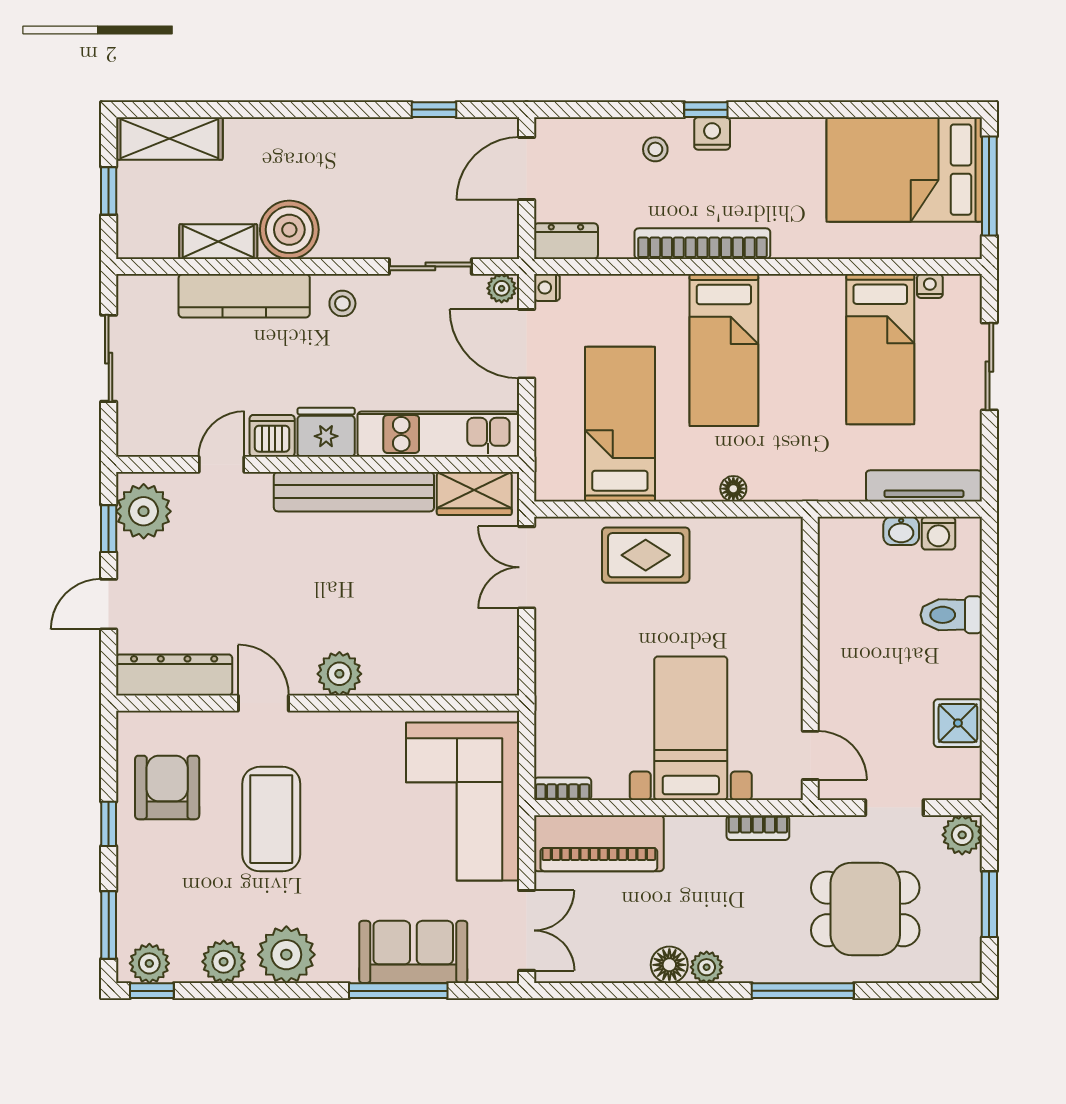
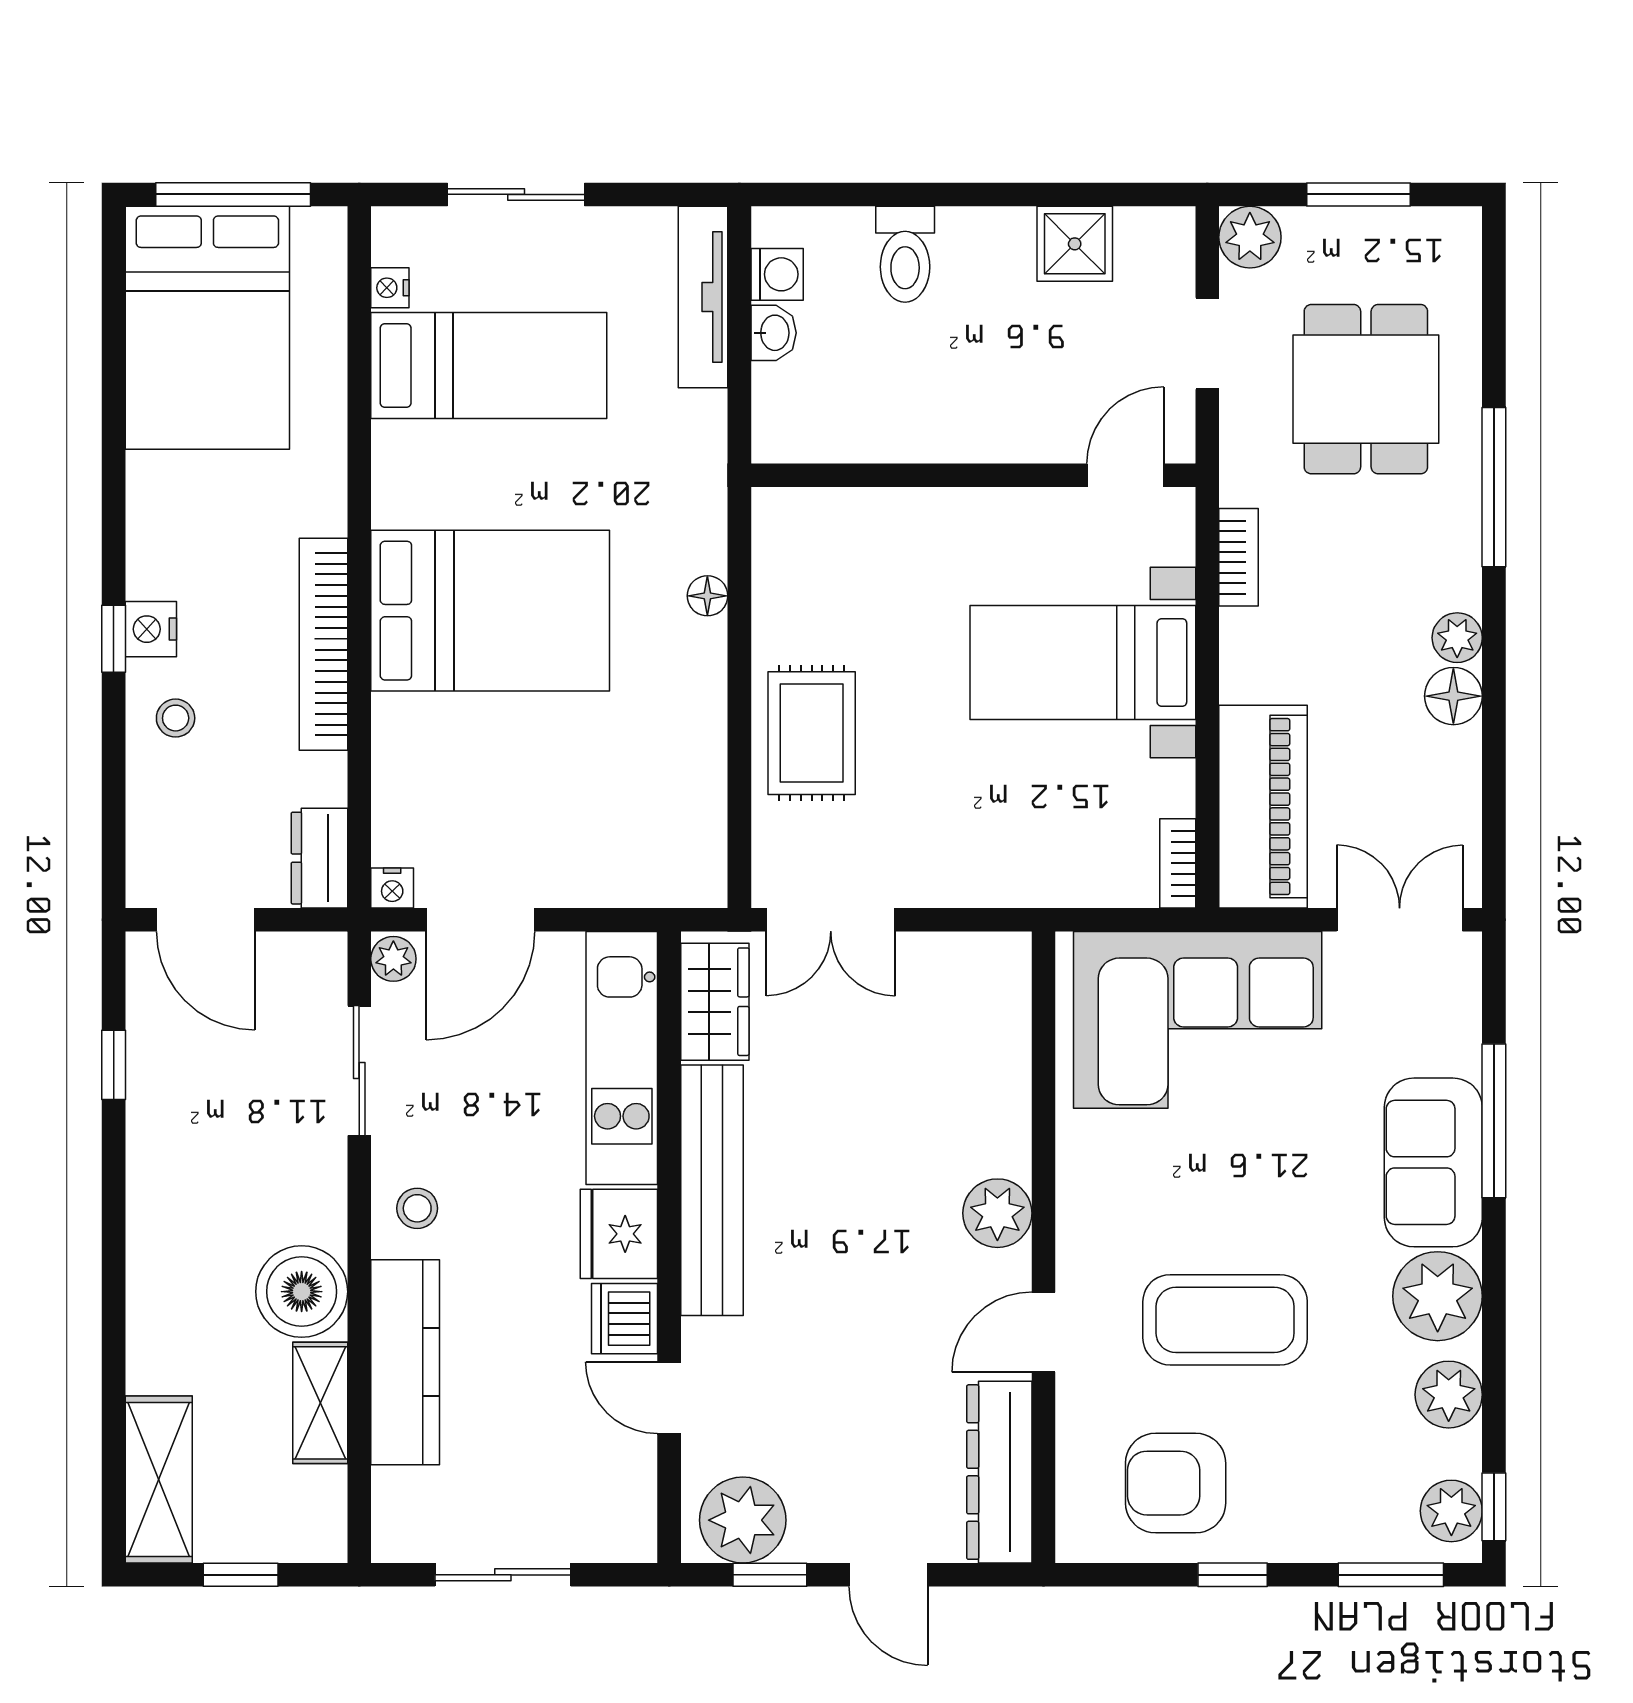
bed: (724, 350) -> (490, 611), width x1.50
bed: (620, 424) -> (606, 774), removed
sofa: (413, 952) -> (1433, 1162), moved

